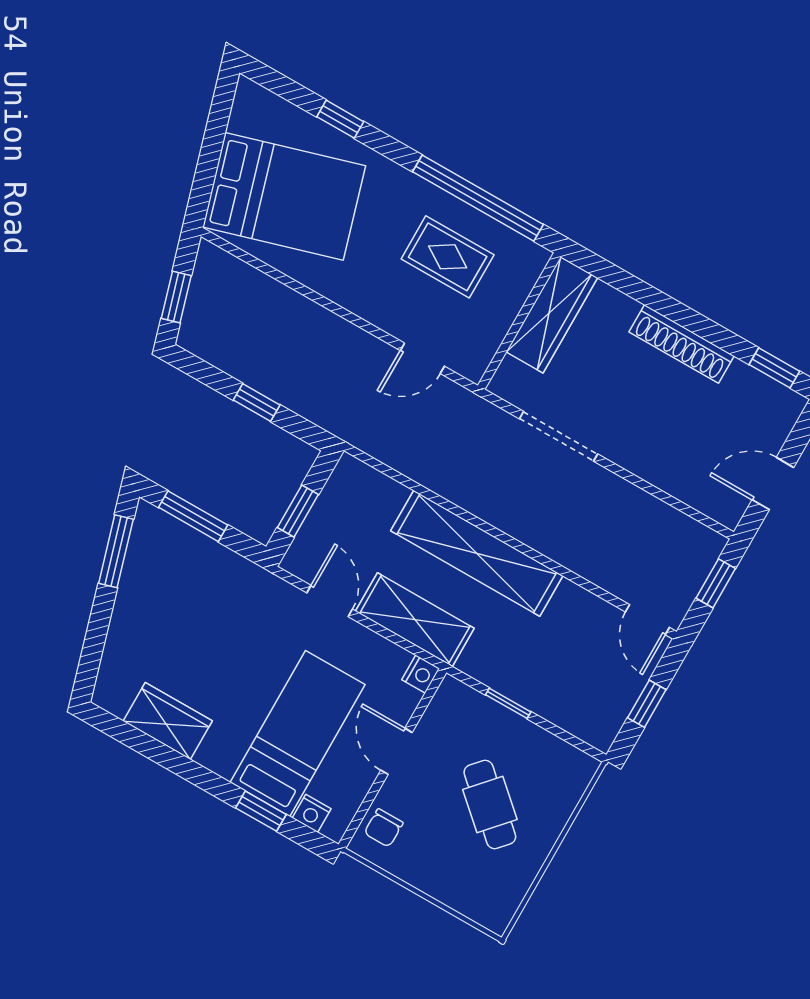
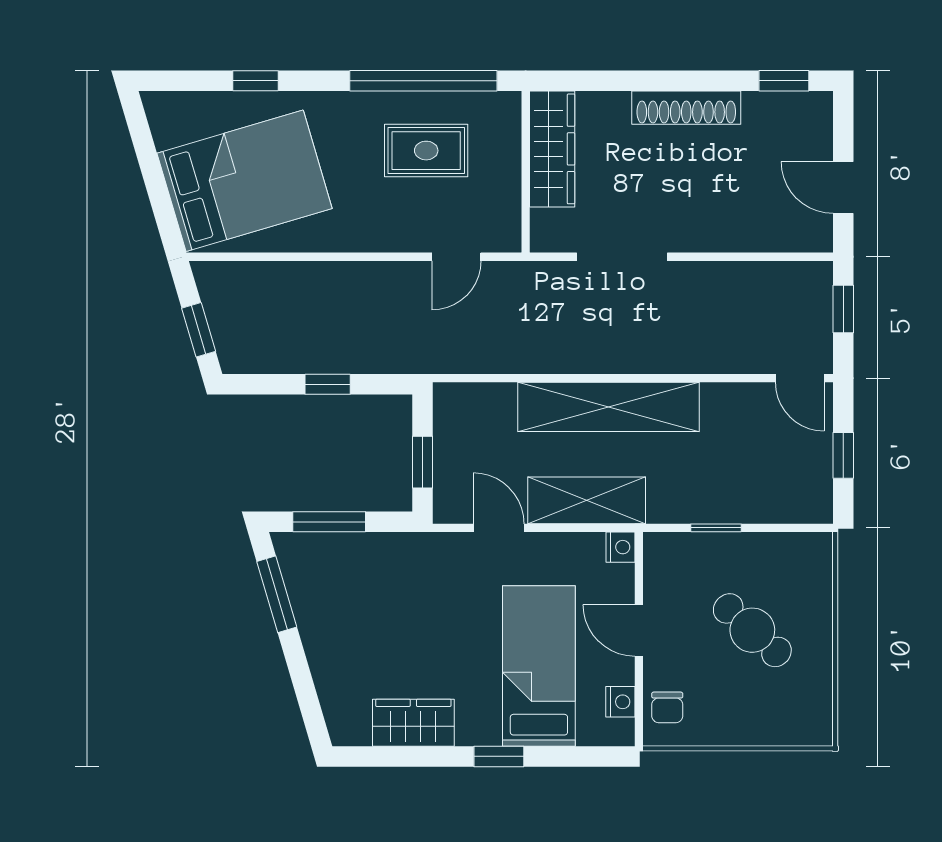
door: (773, 484) -> (843, 188), hinge flipped
window: (261, 811) -> (499, 756), moved
nightstand: (312, 813) -> (620, 702), moved, turned -90

